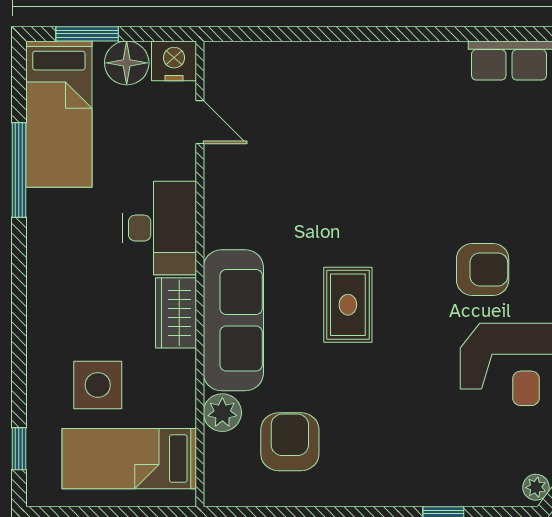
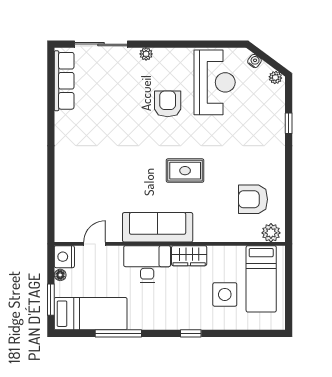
floor lamp: (127, 63) -> (60, 275), width x0.53, depth x0.53
sofa: (233, 320) -> (158, 227), moved
plant: (222, 413) -> (271, 233), moved
window: (19, 449) -> (191, 333), moved

